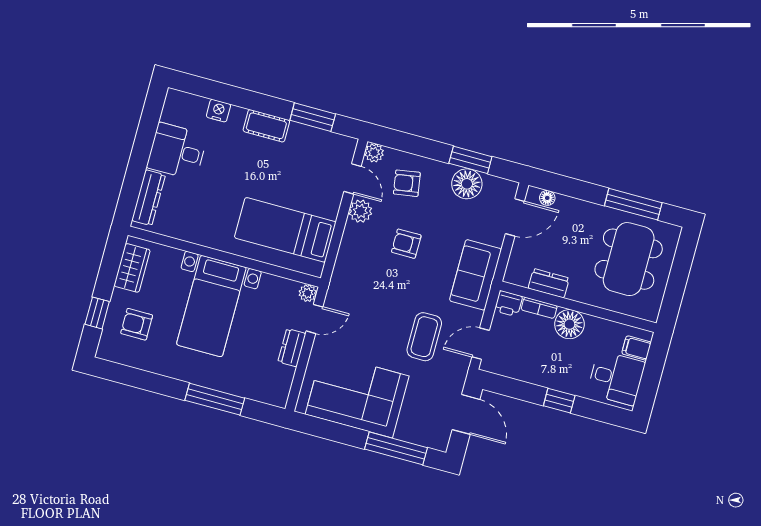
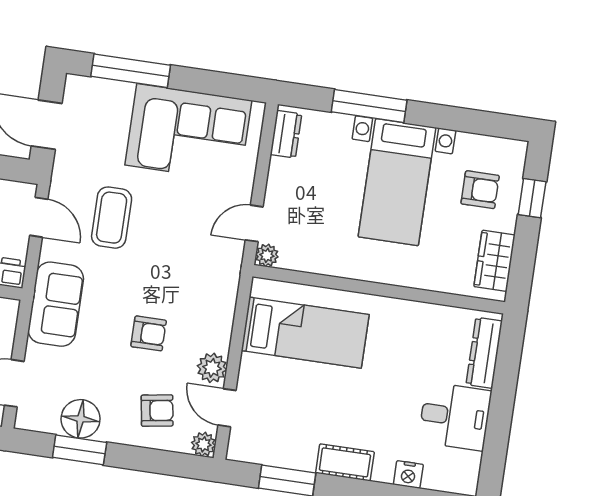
bed with nightstands: (211, 306) -> (397, 182), moved, turned 180
door: (481, 344) -> (39, 217), hinge flipped
dresser: (292, 348) -> (286, 134), moved

